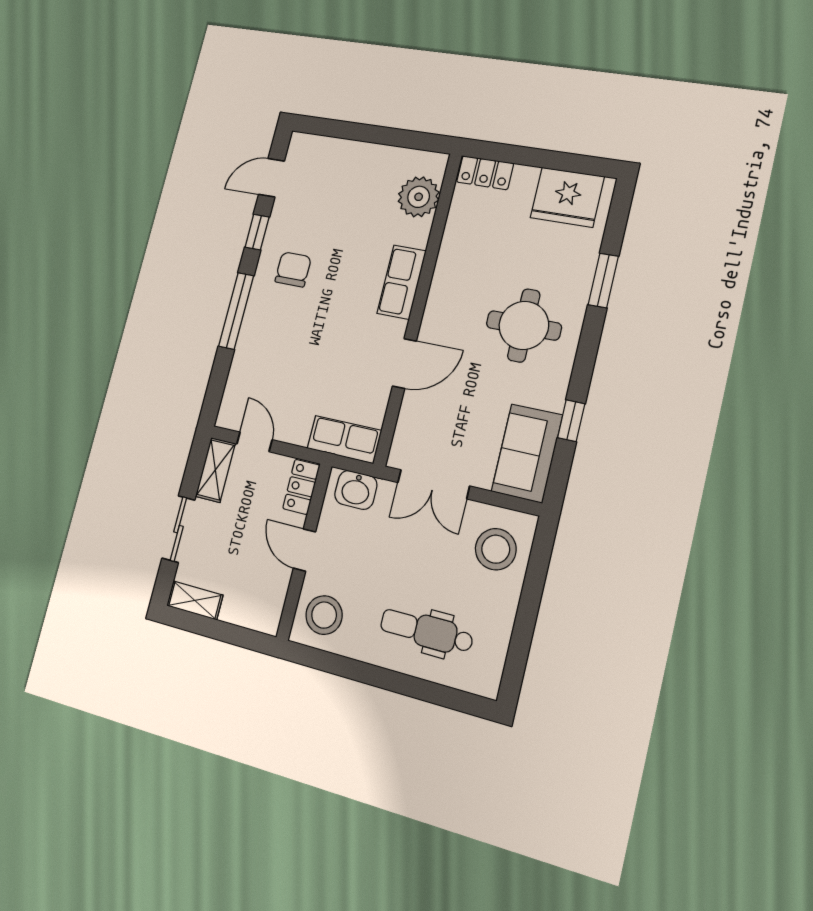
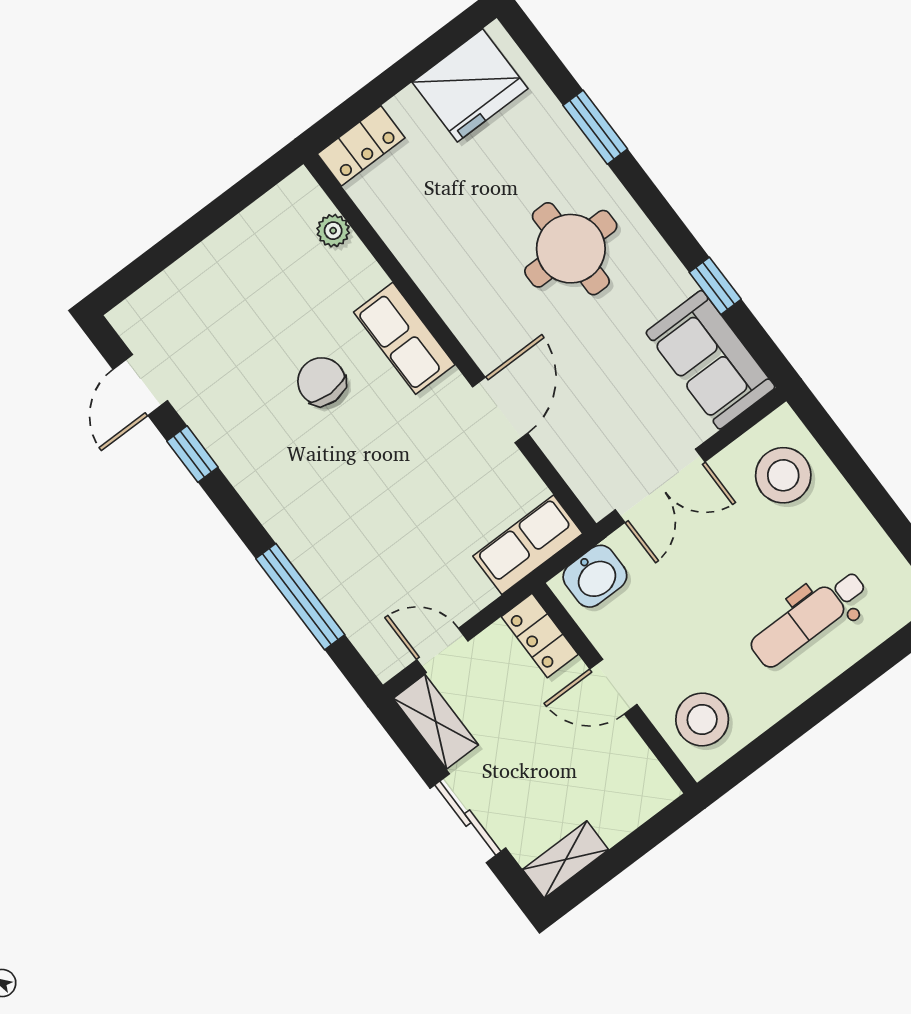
plant: (419, 197) -> (333, 231), width x0.53, depth x0.53
chair: (293, 269) -> (322, 381), moved
window: (236, 311) -> (300, 597), moved

